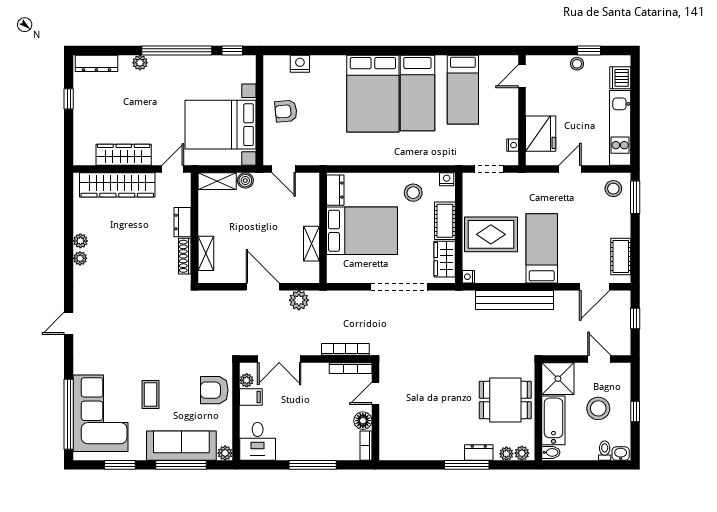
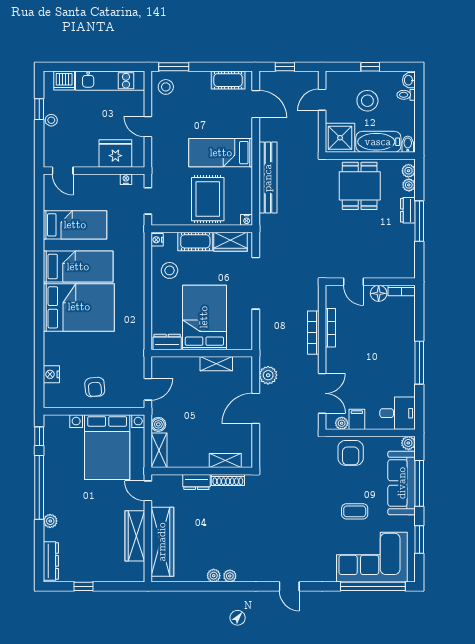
door: (375, 393) -> (353, 282), moved
wall: (375, 412) -> (370, 282), moved
floor lamp: (363, 421) -> (379, 293), moved
bookcase: (366, 446) -> (402, 291), moved

